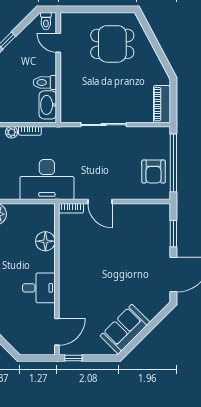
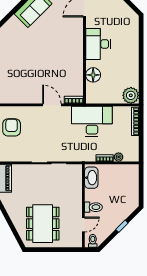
door: (58, 43) -> (83, 225), hinge flipped
dining table: (112, 44) -> (43, 224), width x1.38
toilet: (45, 82) -> (93, 207), moved
desk: (39, 288) -> (98, 44), width x1.37

